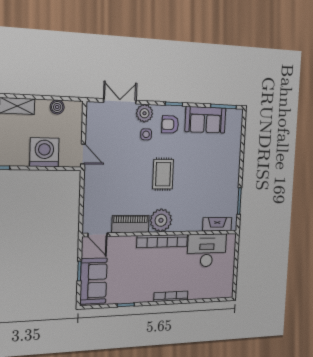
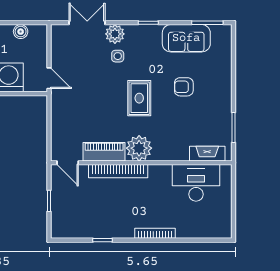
armchair: (170, 124) -> (184, 87), moved
bookcase: (162, 241) -> (118, 171), moved
sofa: (93, 281) -> (65, 212), removed

